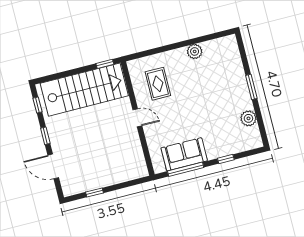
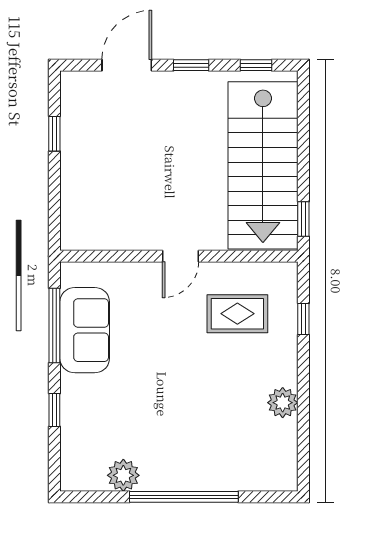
window: (152, 52) -> (303, 319), added
window: (251, 87) -> (184, 497), width x2.11

